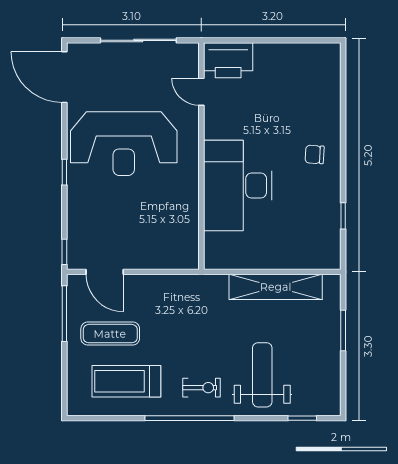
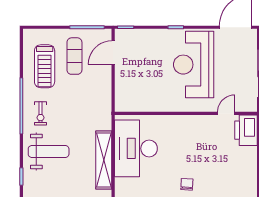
desk: (238, 185) -> (136, 148), moved, turned -90
treadmill: (126, 381) -> (45, 66), turned 180

